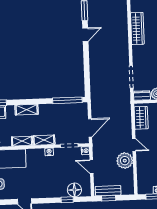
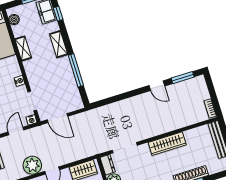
wardrobe: (137, 28) -> (167, 144), moved
window: (67, 100) -> (76, 70), moved
shelving: (44, 140) -> (31, 72), removed

